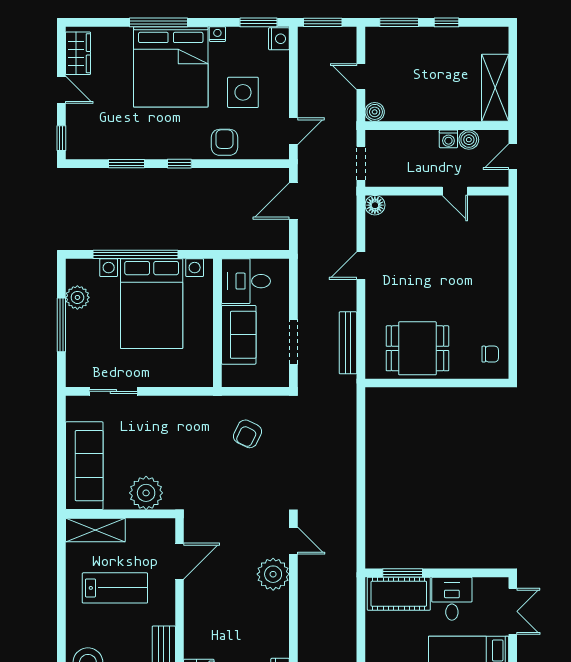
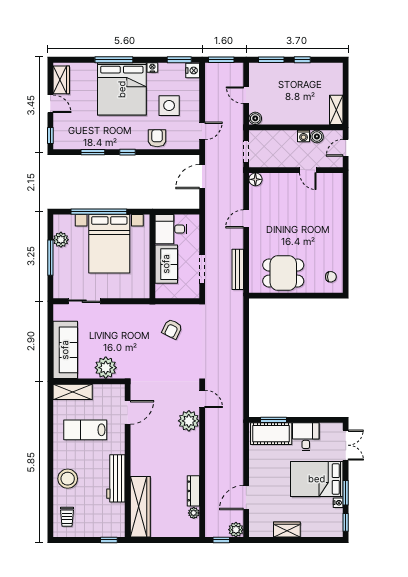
shelving: (495, 88) -> (336, 110), width x0.67, depth x0.75
lab bench: (115, 588) -> (85, 430), turned 180

